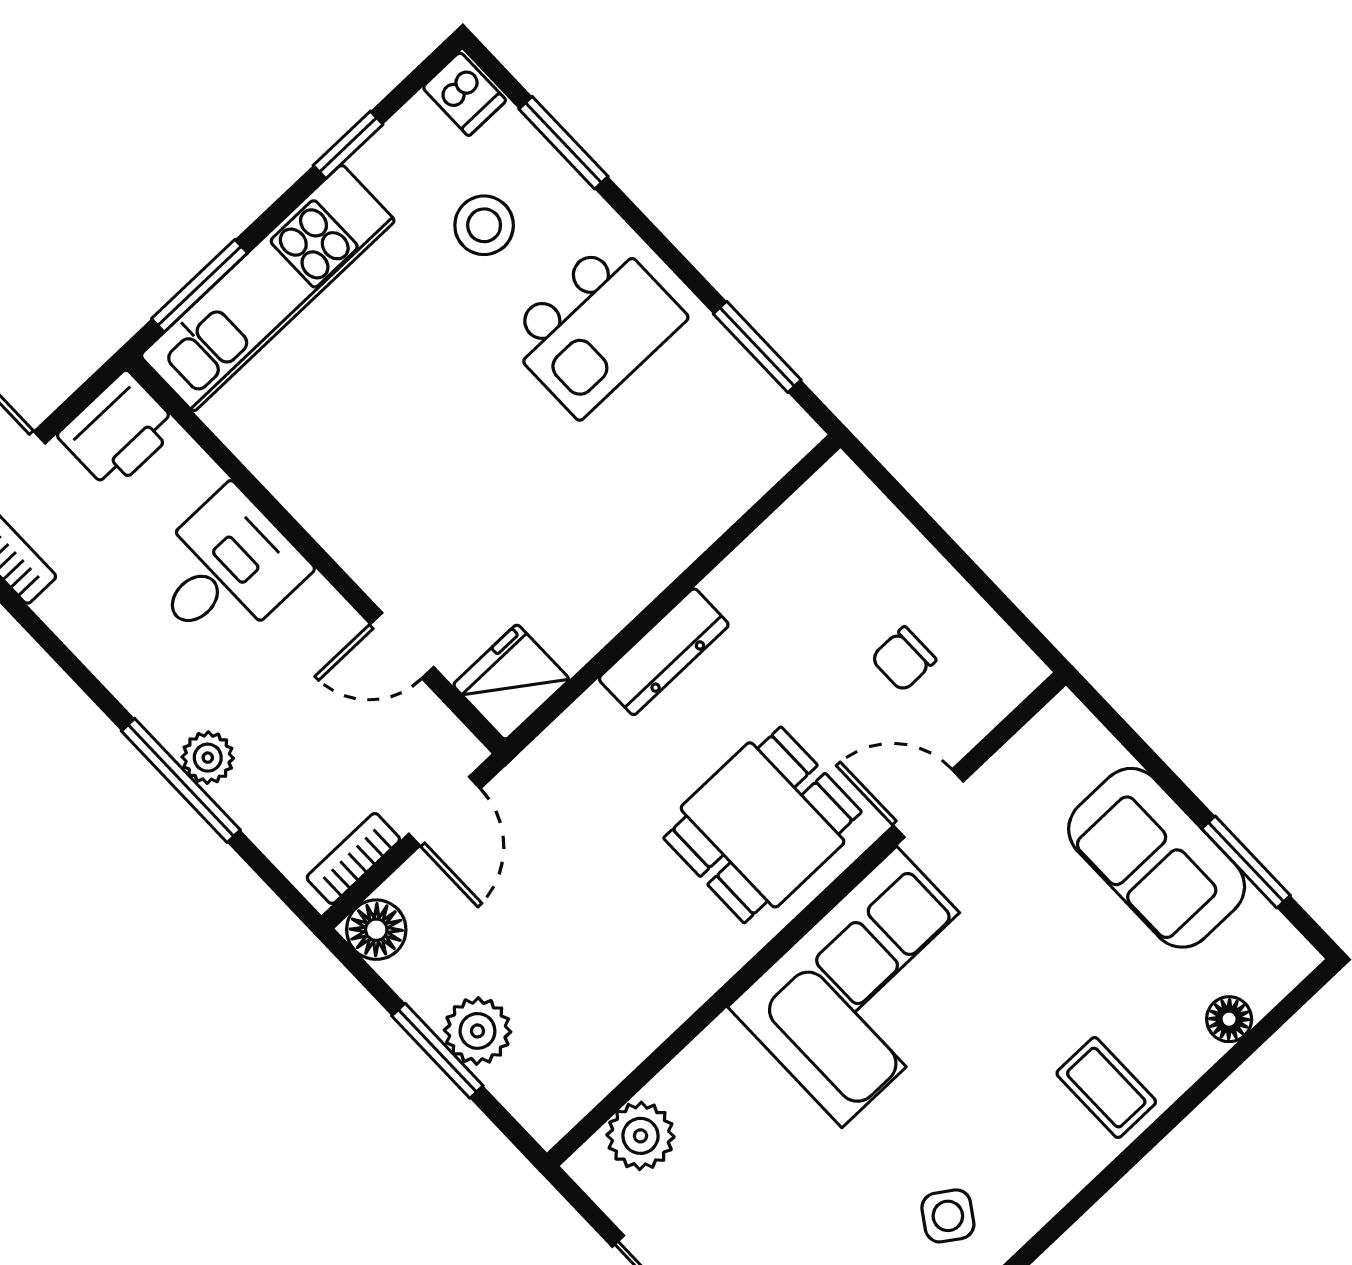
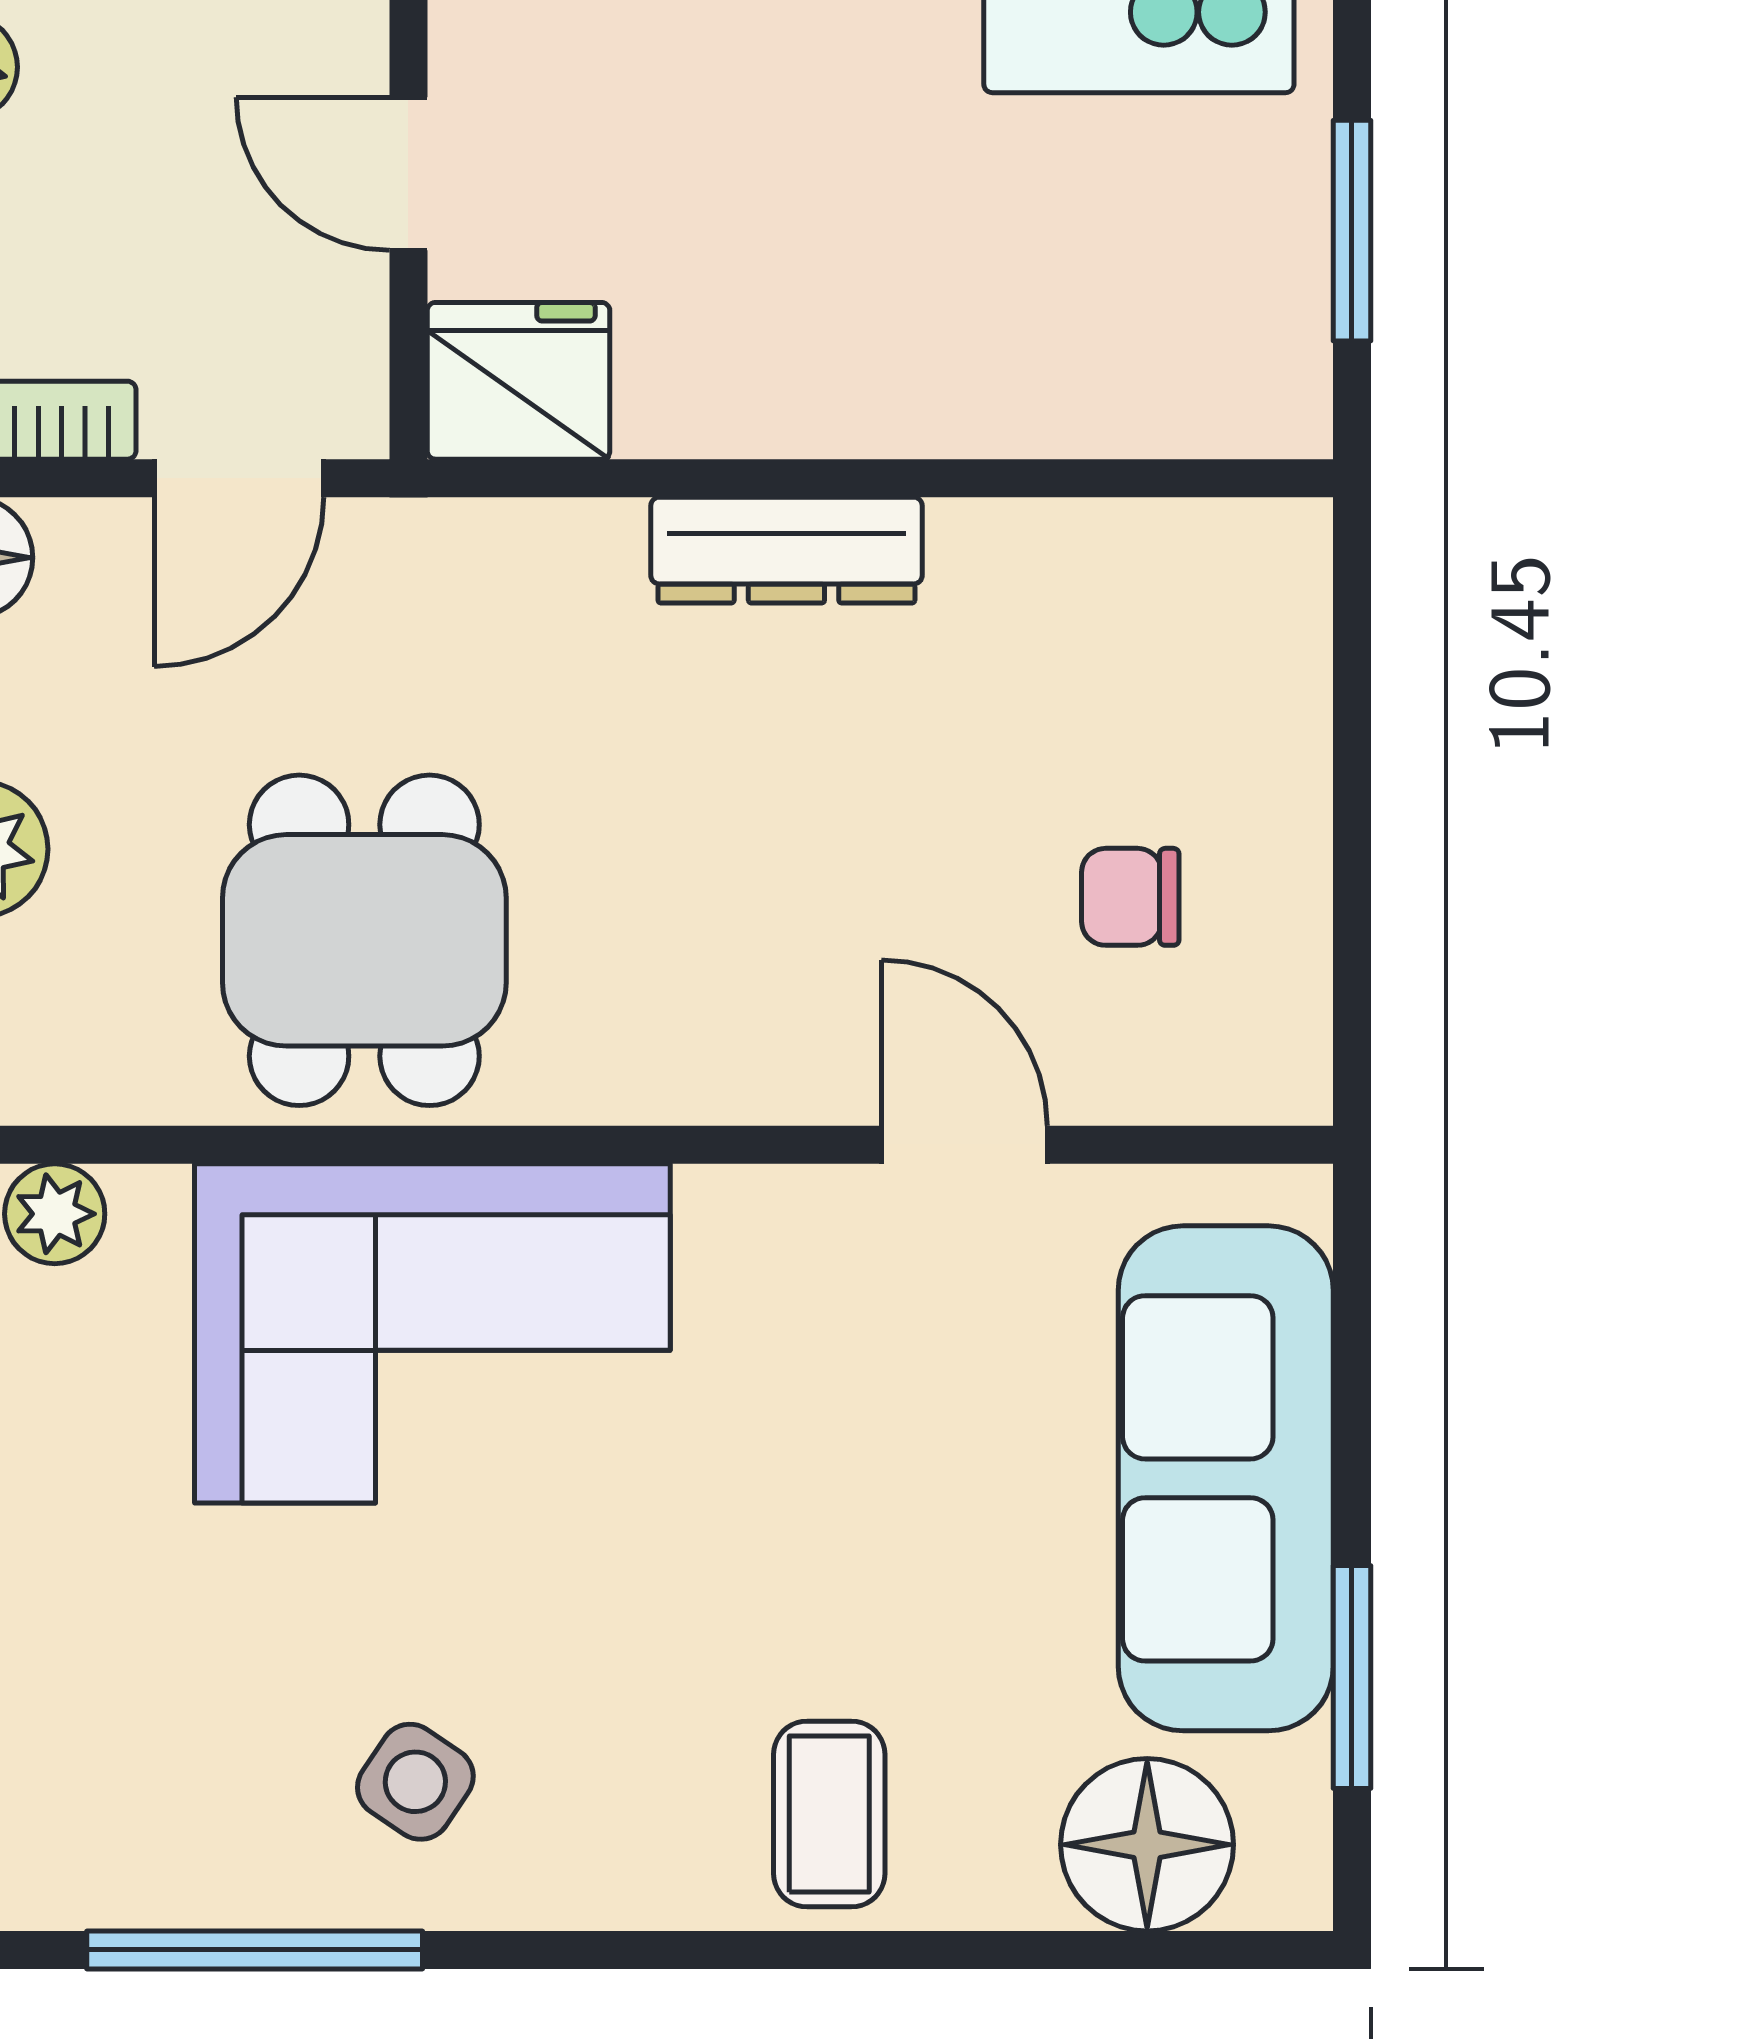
dining table: (763, 825) -> (364, 940), moved, turned 90
sofa: (1157, 858) -> (1226, 1478), width x1.36
corner sofa: (869, 987) -> (432, 1333), moved
floor lamp: (1229, 1019) -> (1147, 1845), width x1.89, depth x1.89
plant: (640, 1136) -> (55, 1214), width x0.73, depth x0.73

